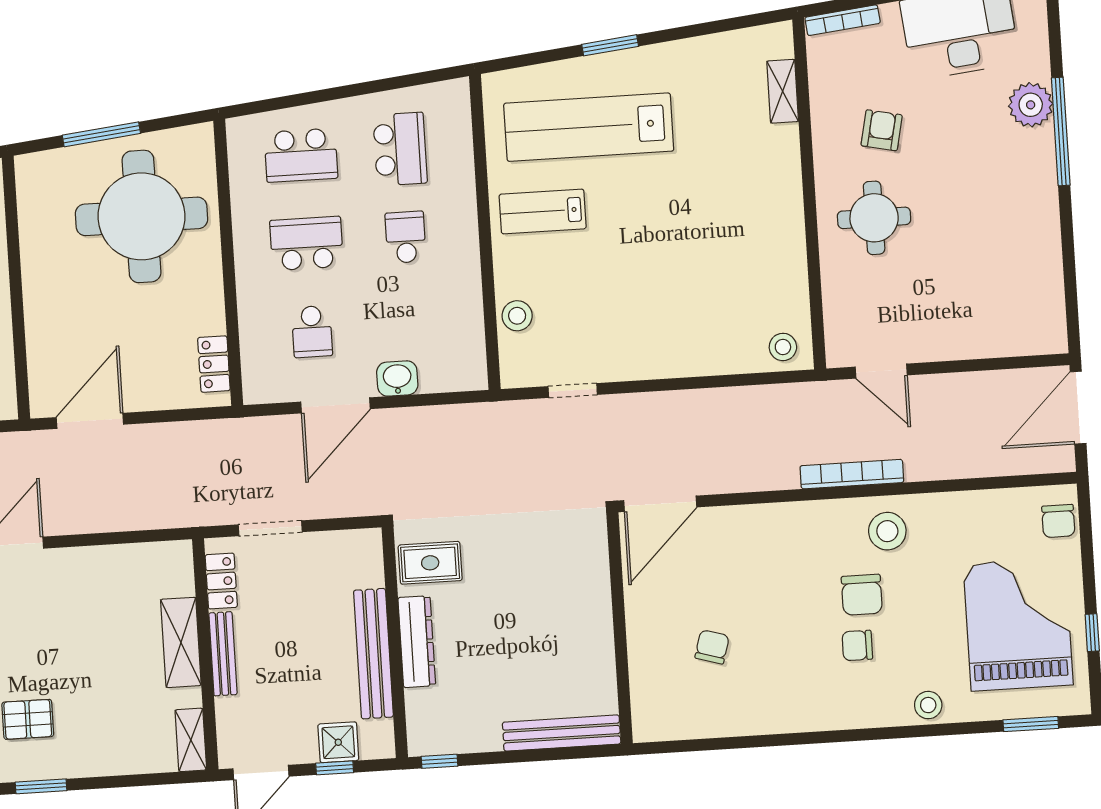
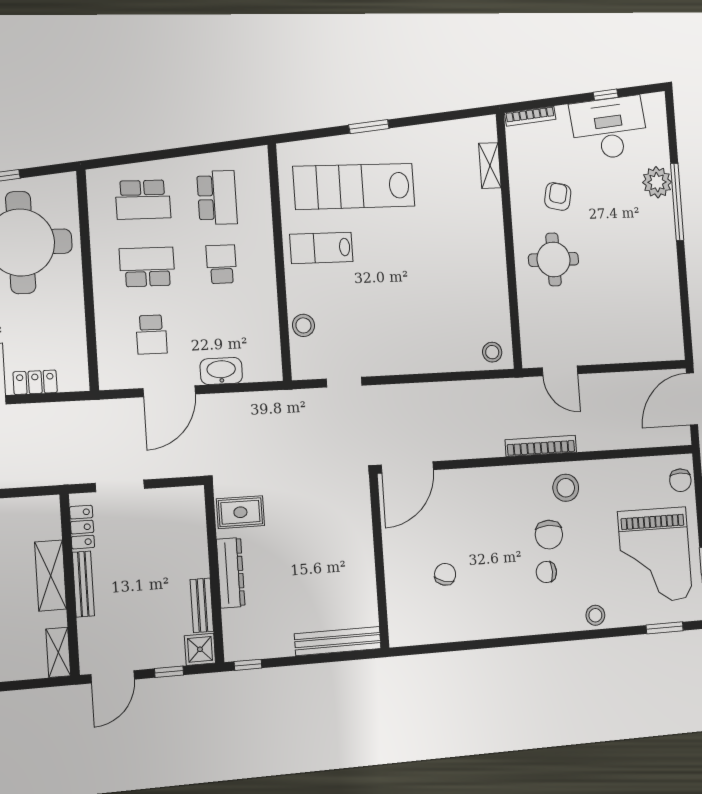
locker: (214, 364) -> (35, 382), moved, turned 90
washbasin: (397, 378) -> (221, 371), width x1.38
grand piano: (1018, 624) -> (655, 555), turned 180
bench: (373, 654) -> (202, 605), width x0.54, depth x0.82
shower: (338, 742) -> (200, 649), moved

